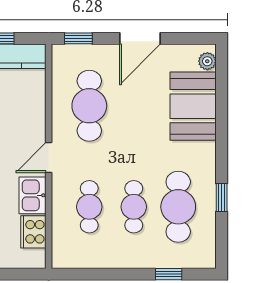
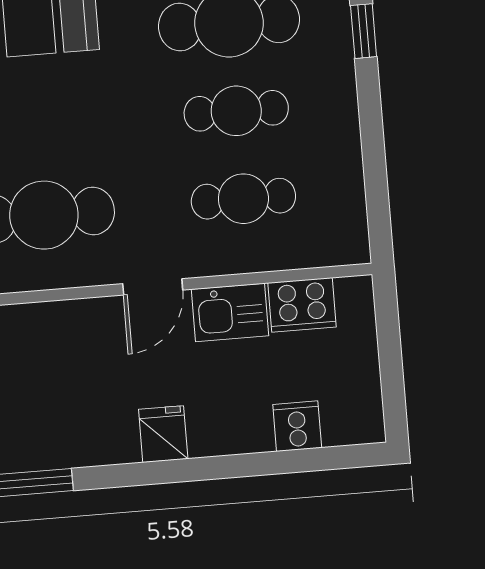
door: (49, 157) -> (153, 287), hinge flipped

